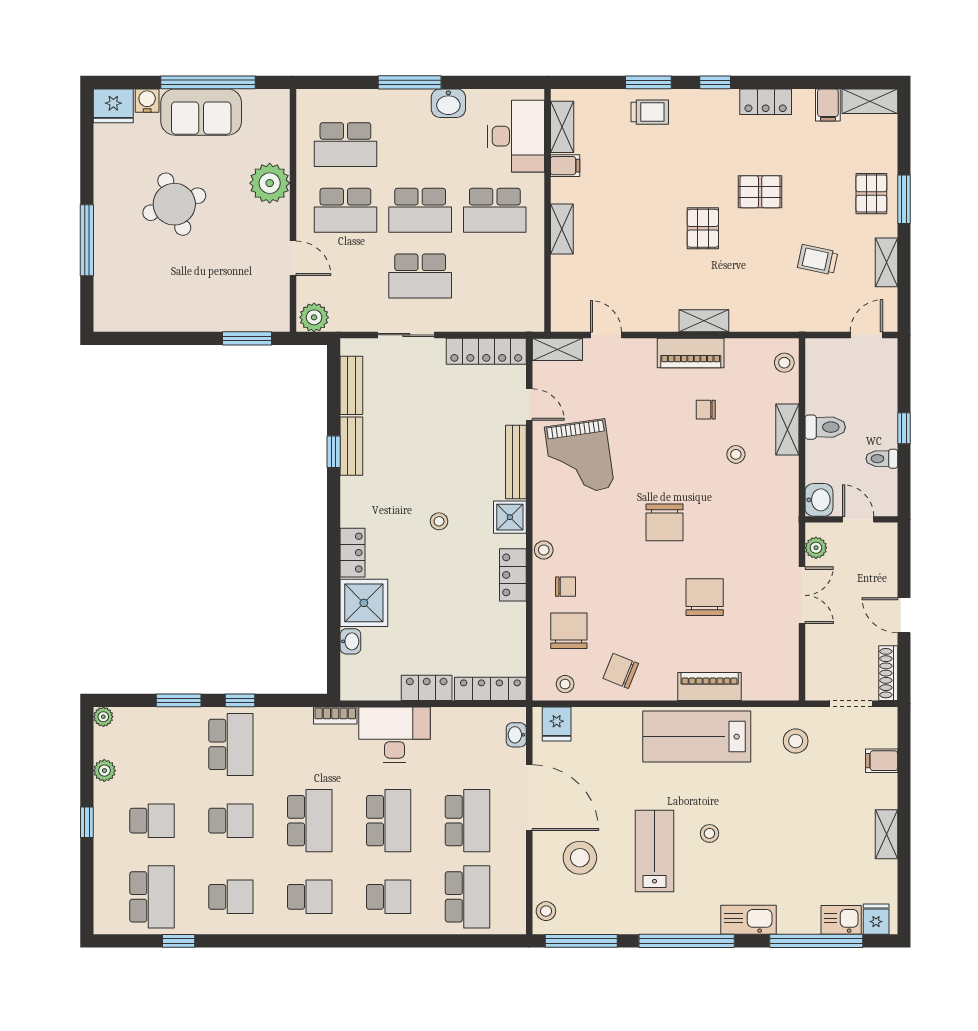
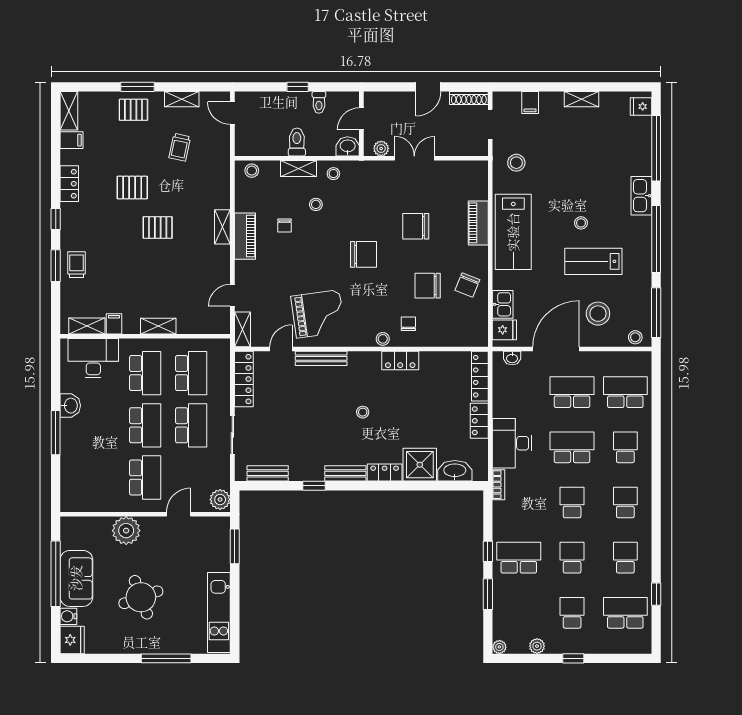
school desk: (345, 145) -> (191, 373), moved
pallet: (760, 192) -> (132, 188), turned 90
kitchen unit: (152, 316) -> (219, 613), added
bench: (351, 446) -> (345, 473), moved
shower: (510, 517) -> (360, 363), removed
chair: (569, 631) -> (428, 286), moved
washbasin: (350, 641) -> (455, 471), width x1.91, depth x1.45
stool: (565, 684) -> (333, 174), moved
school desk: (310, 821) -> (572, 502), width x0.54
kitchen sink: (841, 920) -> (503, 304), moved, turned 180

